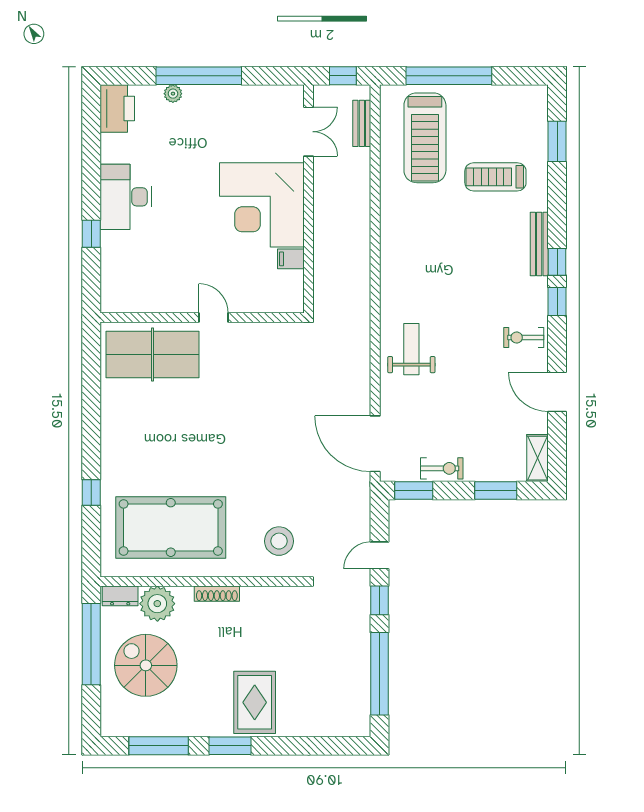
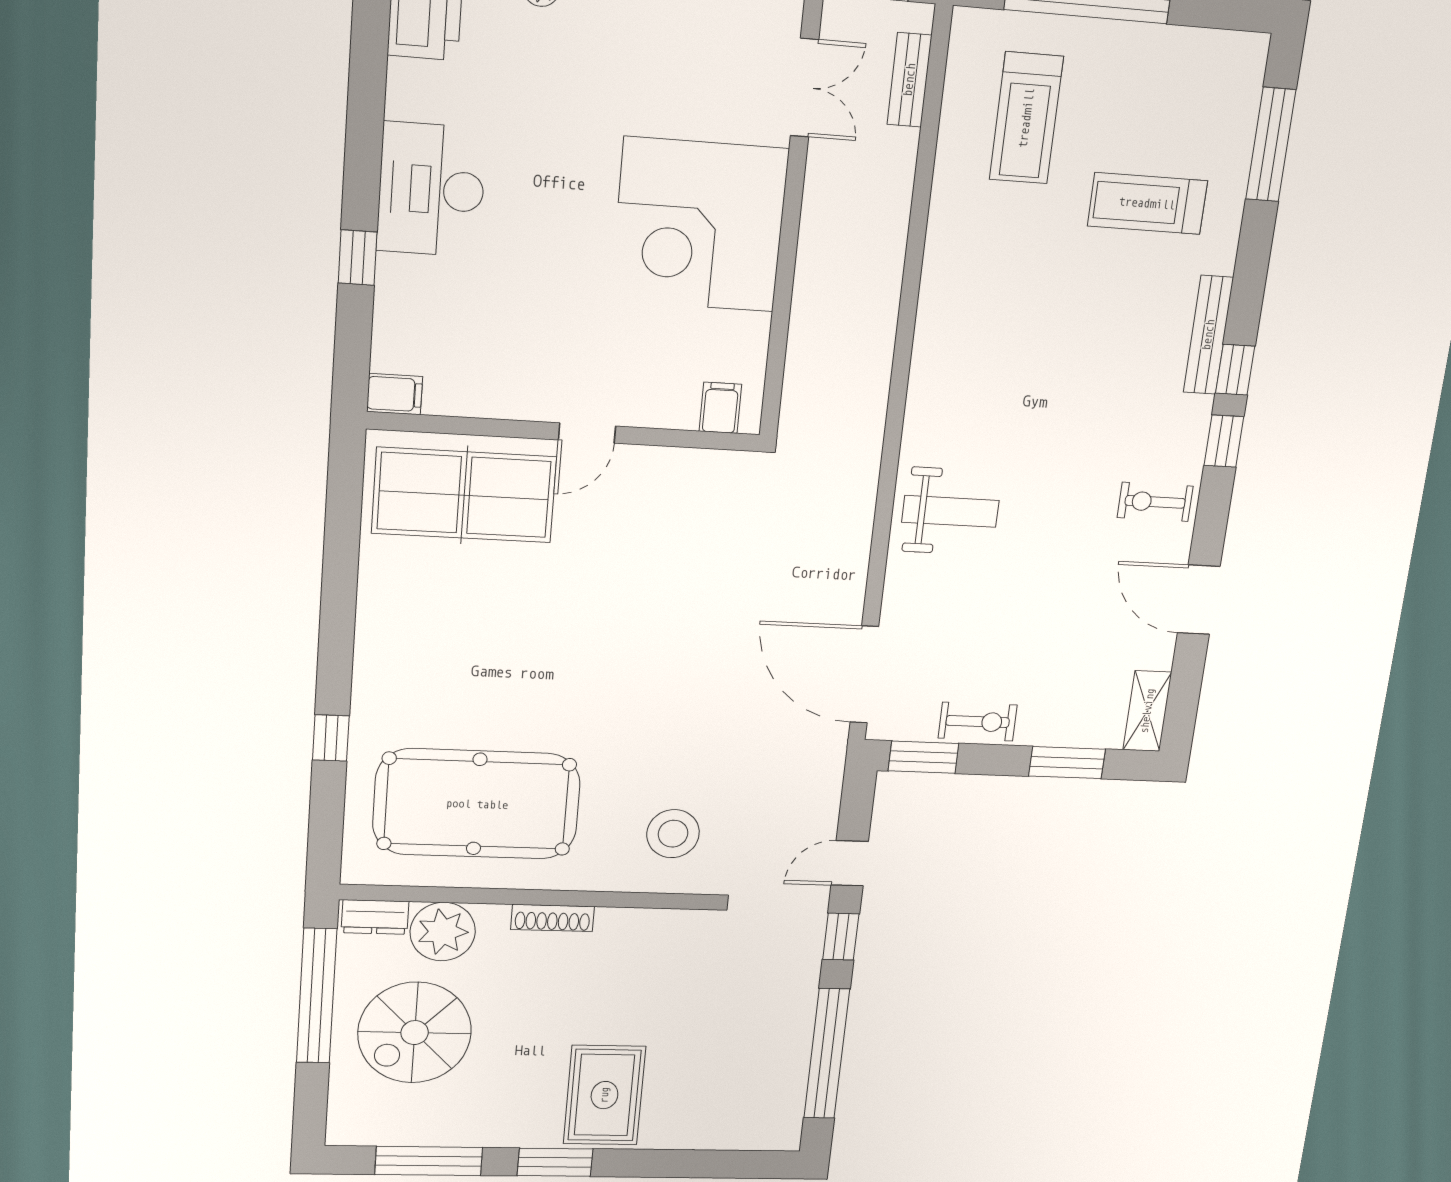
treadmill: (425, 138) -> (1026, 118), width x0.73, depth x0.73
window: (557, 141) -> (1271, 145), width x1.44
filing cabinet: (291, 259) -> (720, 408), moved, turned 90
filing cabinet: (114, 303) -> (395, 394), added
door: (214, 318) -> (587, 433), swing flipped
weight bench: (411, 349) -> (950, 511), turned 90
spiral stairs: (146, 665) -> (415, 1033), turned -90

